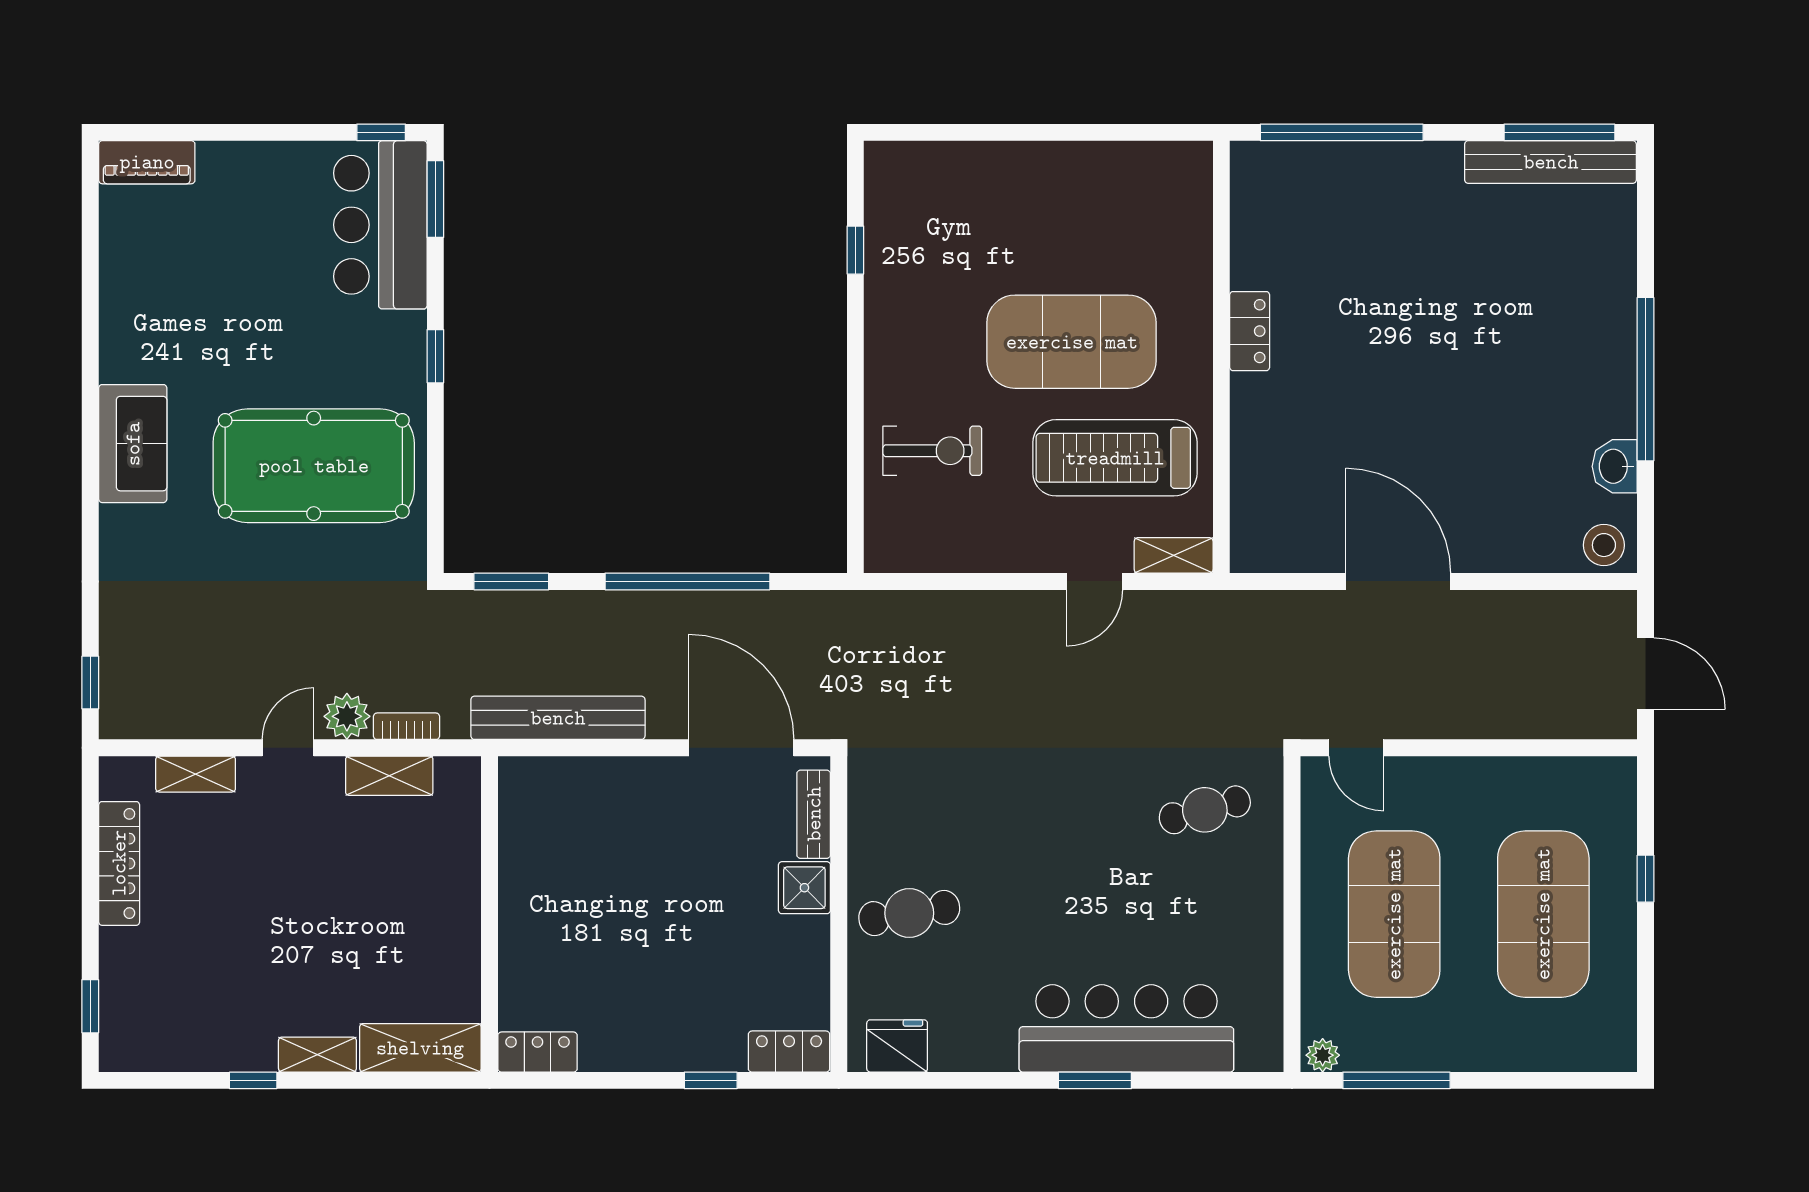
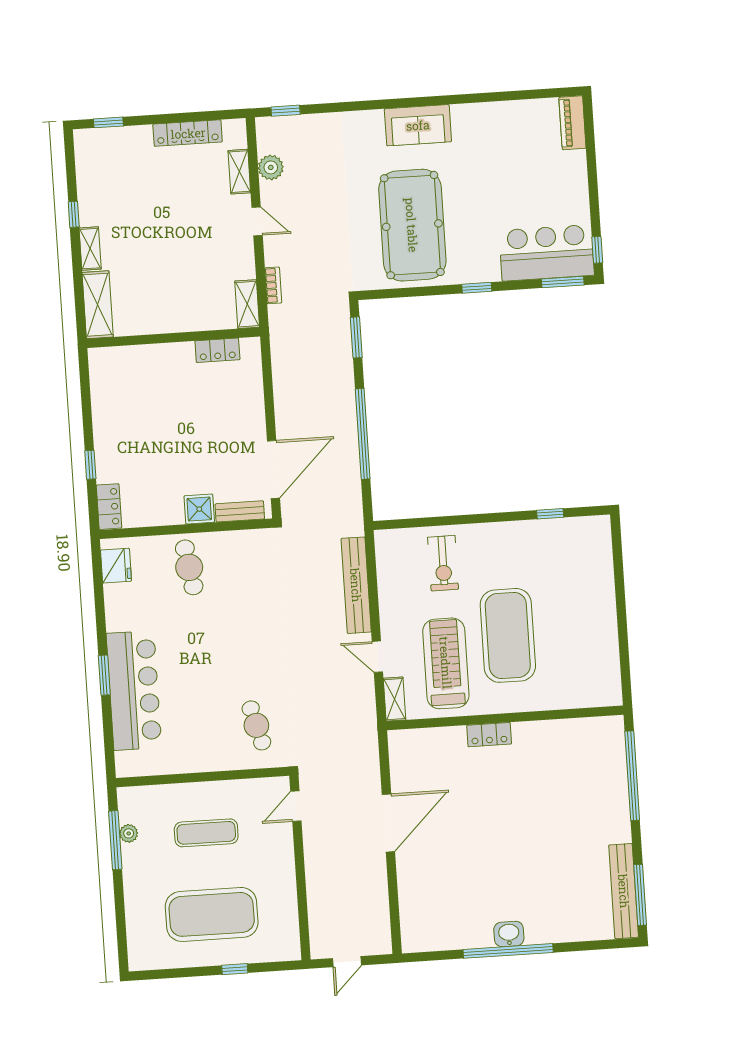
locker: (1250, 331) -> (489, 735), moved
washbasin: (1615, 466) -> (509, 934), moved
stool: (1604, 545) -> (416, 934), removed
door: (1645, 674) -> (347, 962), width x0.73
plant: (347, 716) -> (271, 167), moved
bench: (558, 718) -> (356, 585), moved
shelving: (389, 776) -> (247, 304), moved
exercise mat: (1394, 914) -> (206, 833), width x0.50, depth x0.69
locker: (537, 1052) -> (217, 350), moved, turned 90
plant: (1323, 1055) -> (129, 833), moved

